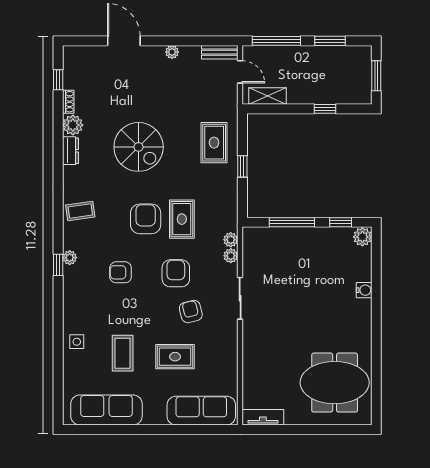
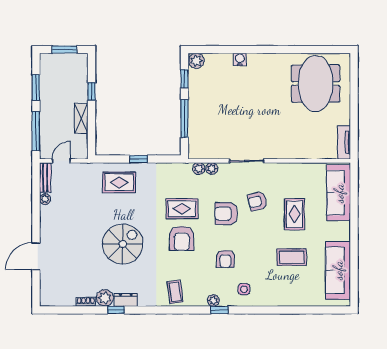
plant: (172, 52) -> (45, 199), moved
window: (58, 80) -> (116, 310), moved
shelving: (267, 96) -> (81, 118), moved
armchair: (146, 219) -> (182, 238), turned -90
side table: (77, 342) -> (244, 289), moved

